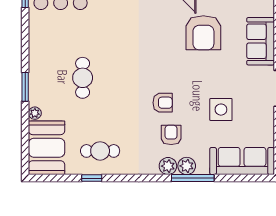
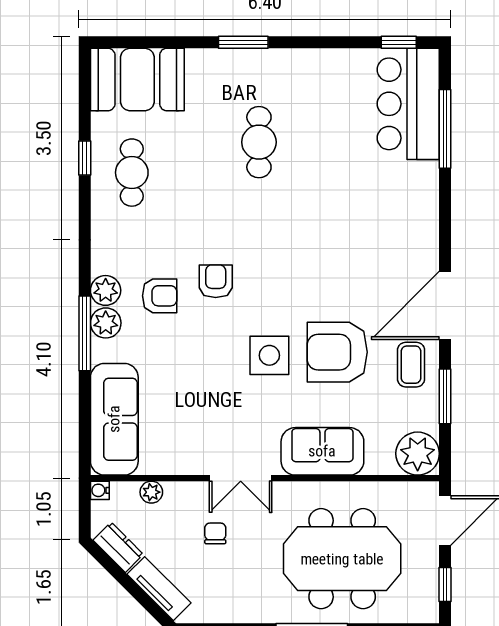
cafe table: (83, 78) -> (259, 142), turned 90
armchair: (163, 103) -> (216, 281), turned 180
side table: (221, 110) -> (269, 355), moved
plant: (35, 113) -> (197, 59), removed

